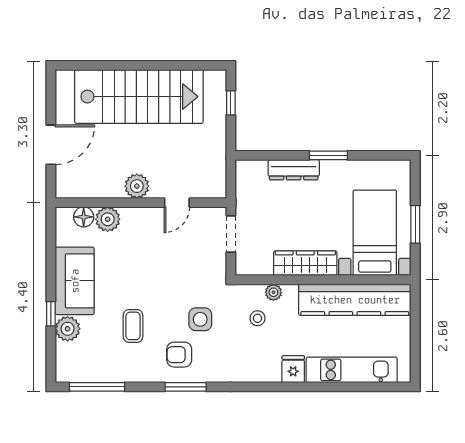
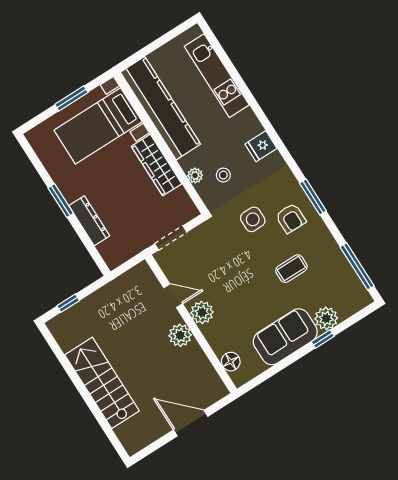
stairs: (139, 97) -> (102, 383), width x0.73, depth x0.66
plant: (108, 219) -> (202, 312), moved
fridge: (293, 369) -> (261, 146), moved

